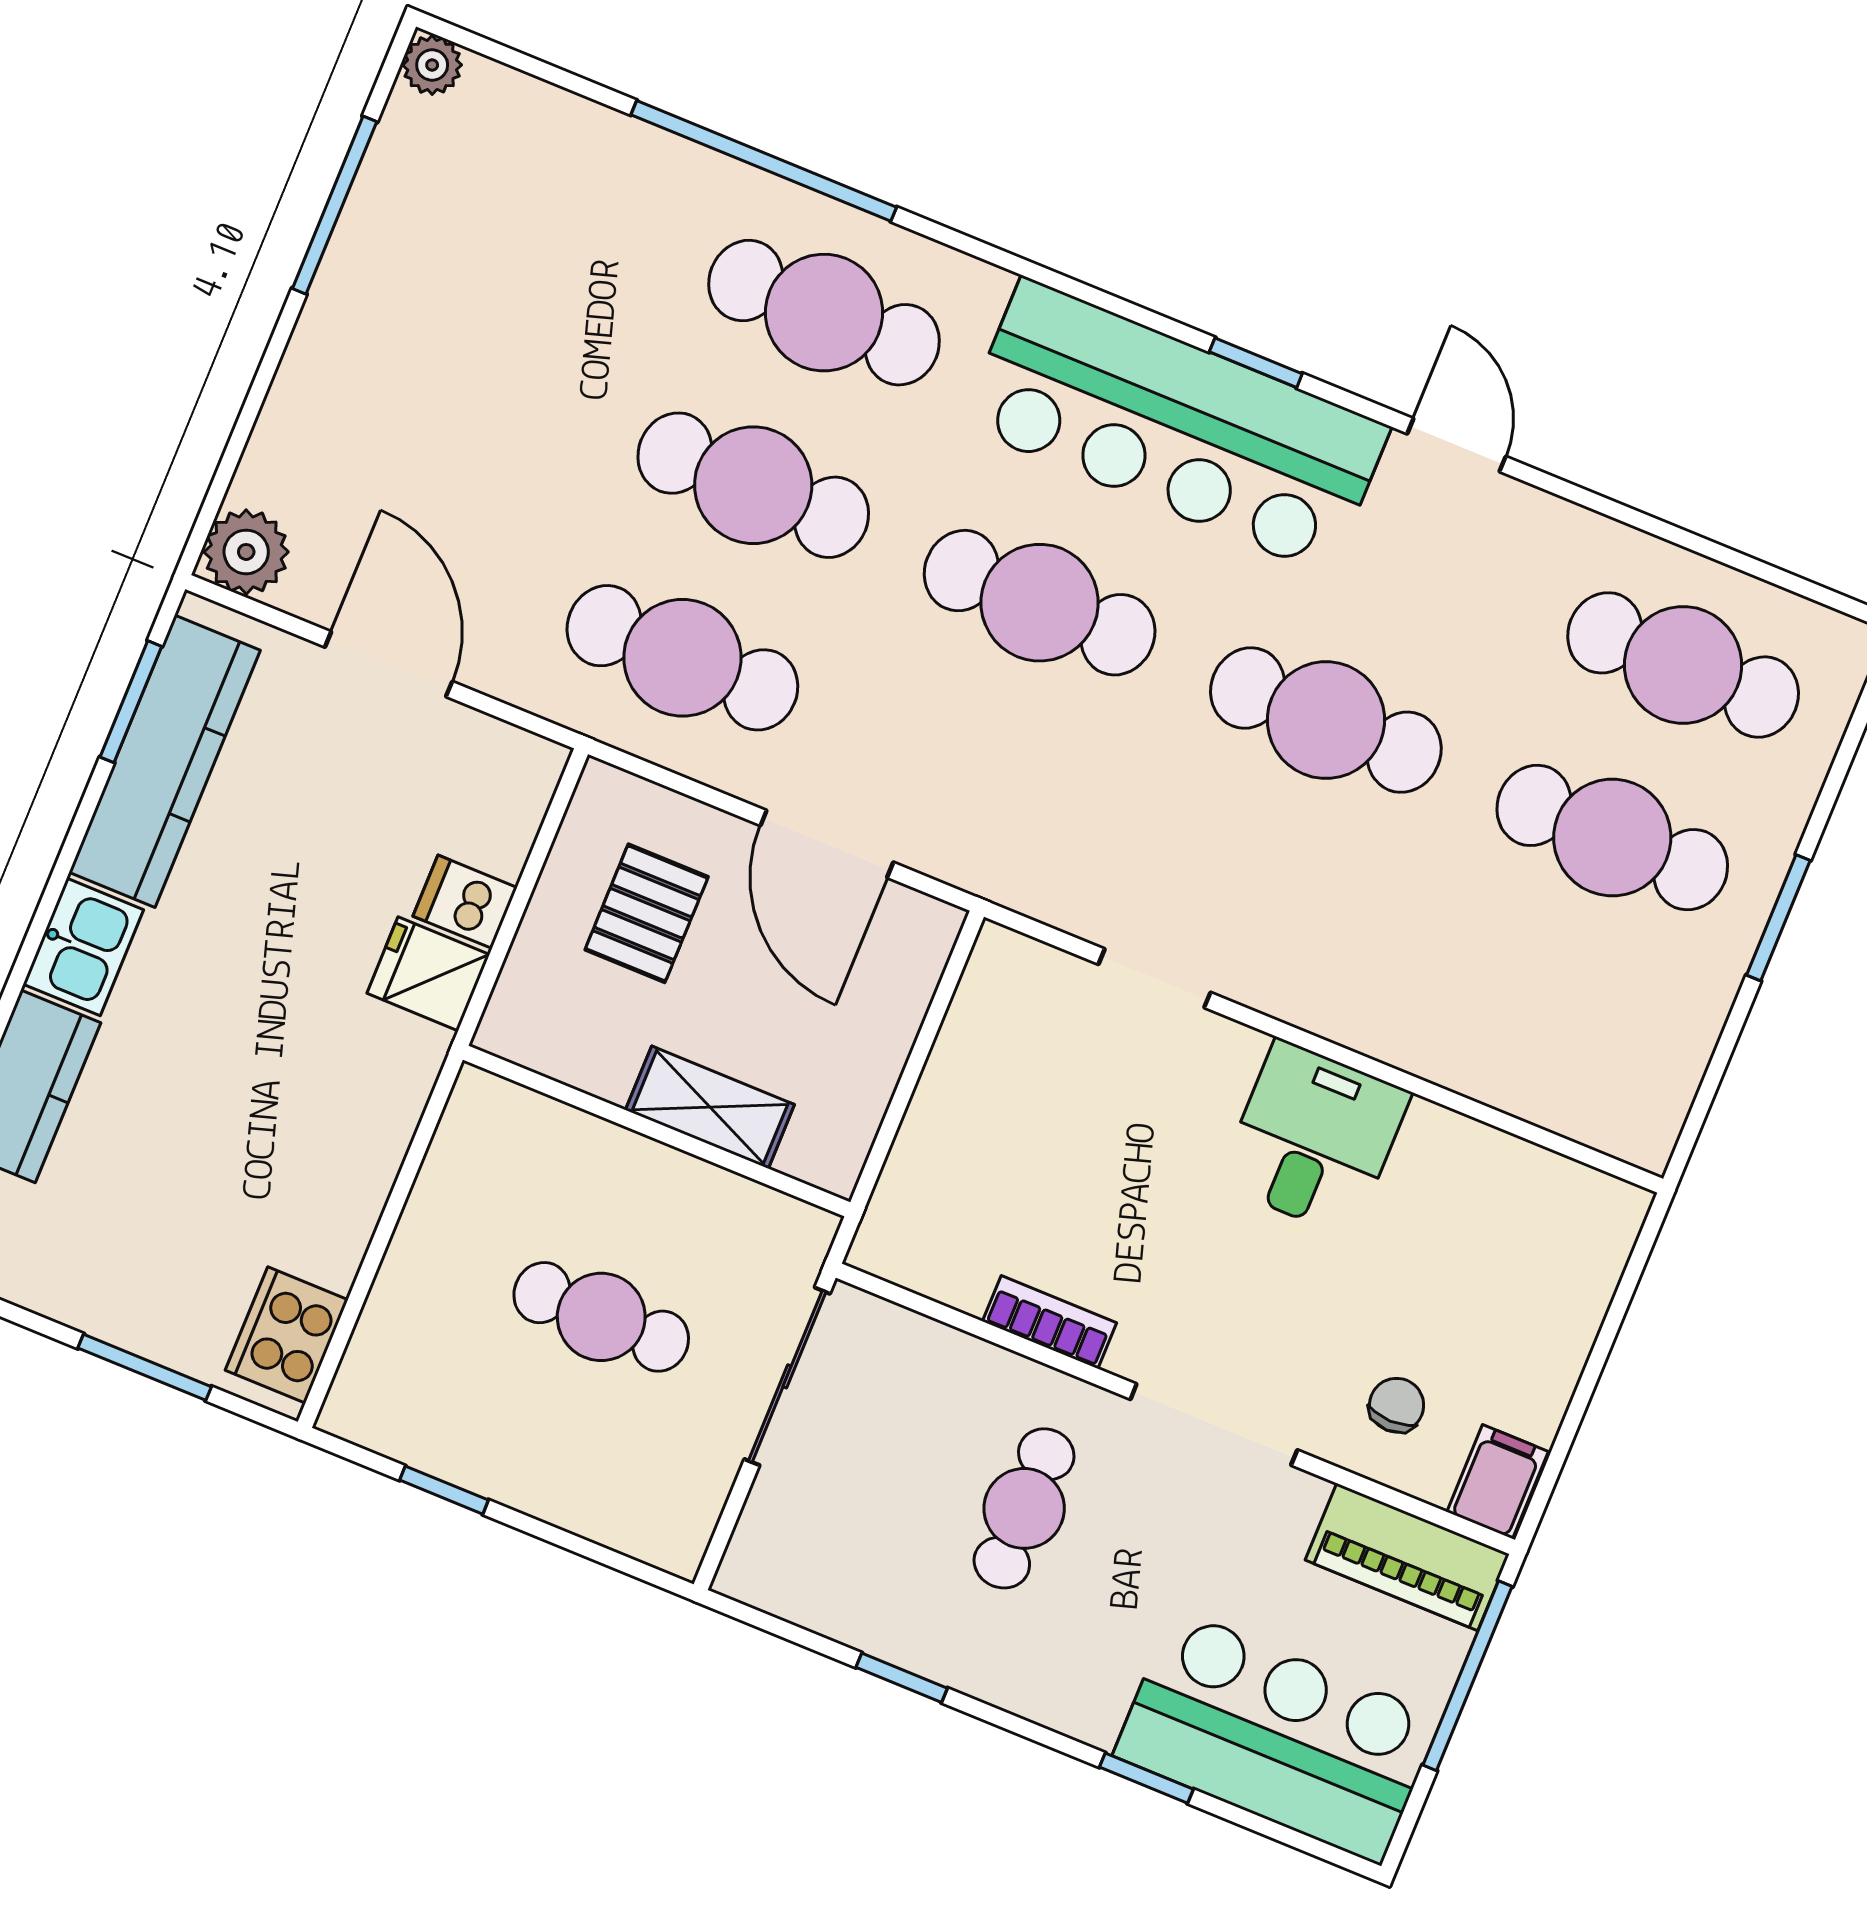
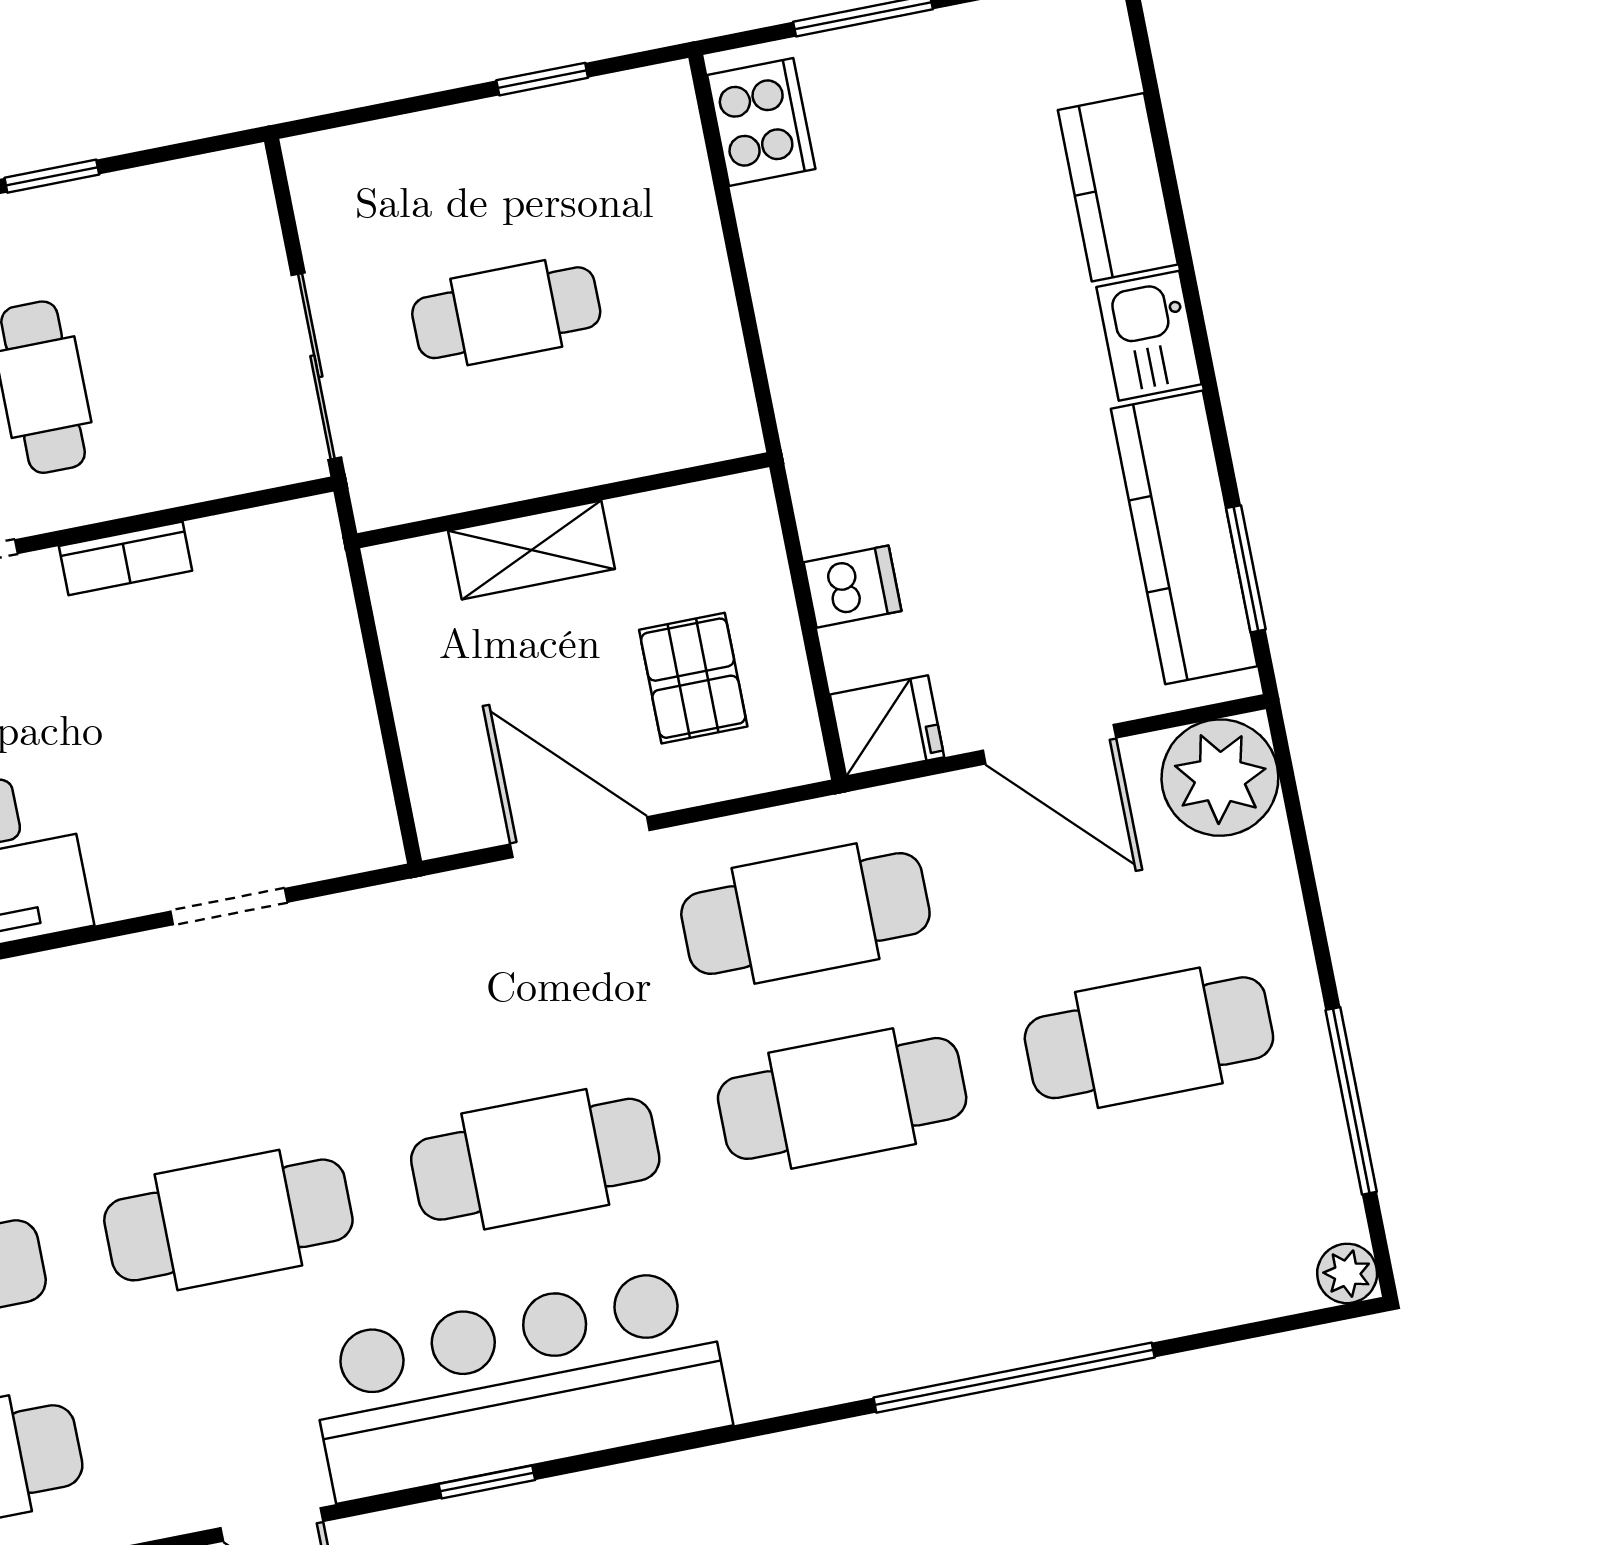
cafe table: (824, 313) -> (1149, 1038), moved
plant: (246, 552) -> (1220, 778), width x1.36, depth x1.36
fridge: (428, 974) -> (887, 726), moved

